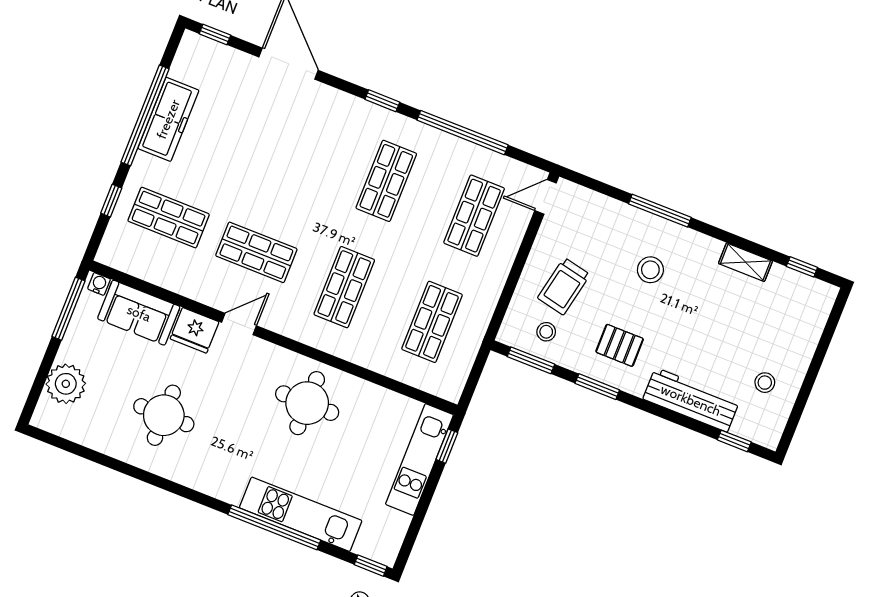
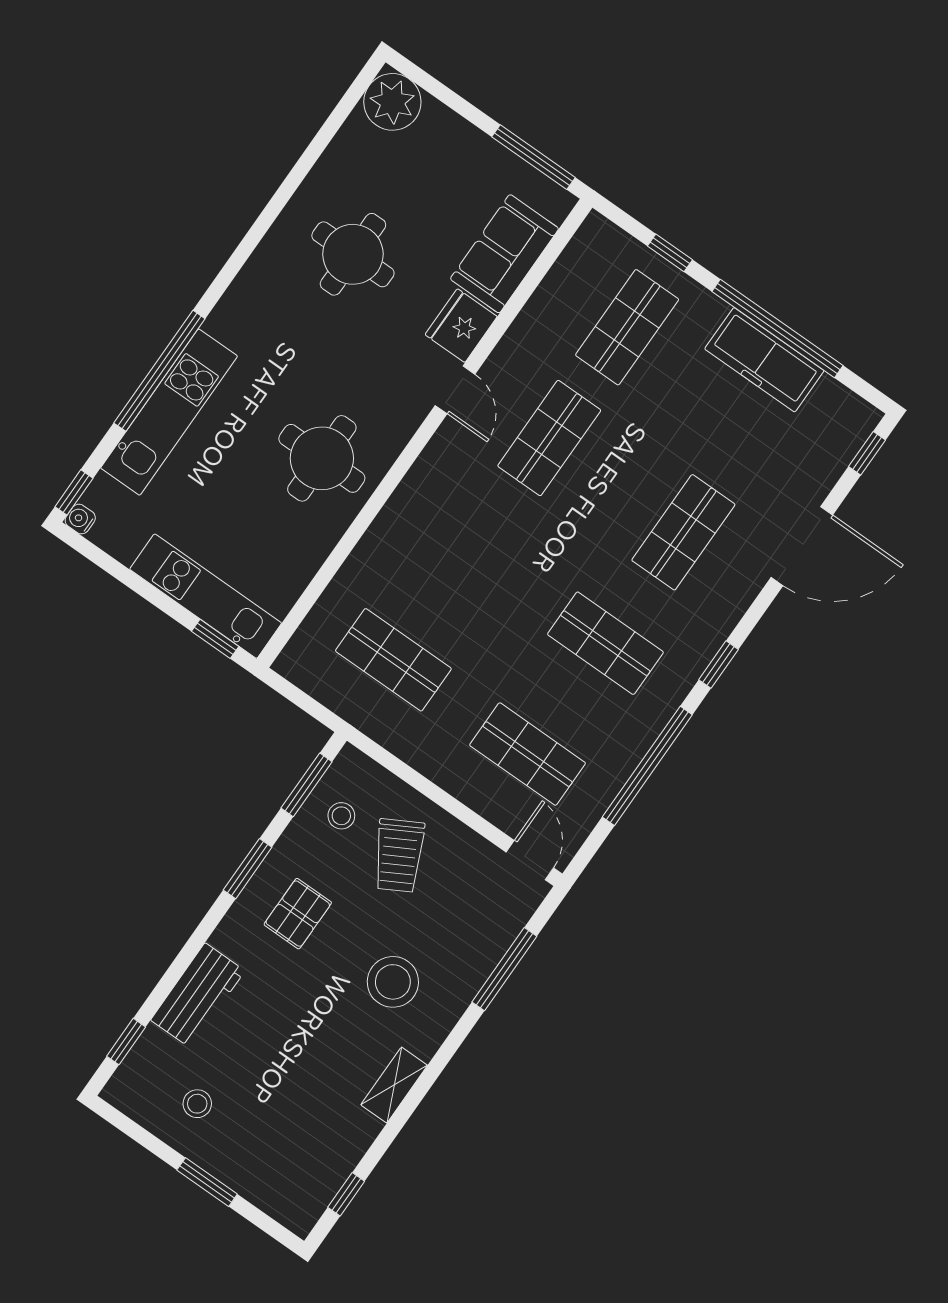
window: (660, 211) -> (504, 969), moved
shelving: (745, 262) -> (394, 1085), moved
stool: (650, 270) -> (393, 982), width x1.38, depth x1.38
water cooler: (99, 284) -> (80, 519), moved, turned 180
trolley: (564, 286) -> (399, 856), turned -131
shop shelf: (344, 287) -> (683, 532), moved, turned 90
window: (816, 363) -> (207, 1182), added
plant: (66, 384) -> (392, 102), moved
workbench: (691, 400) -> (198, 995), width x0.73

